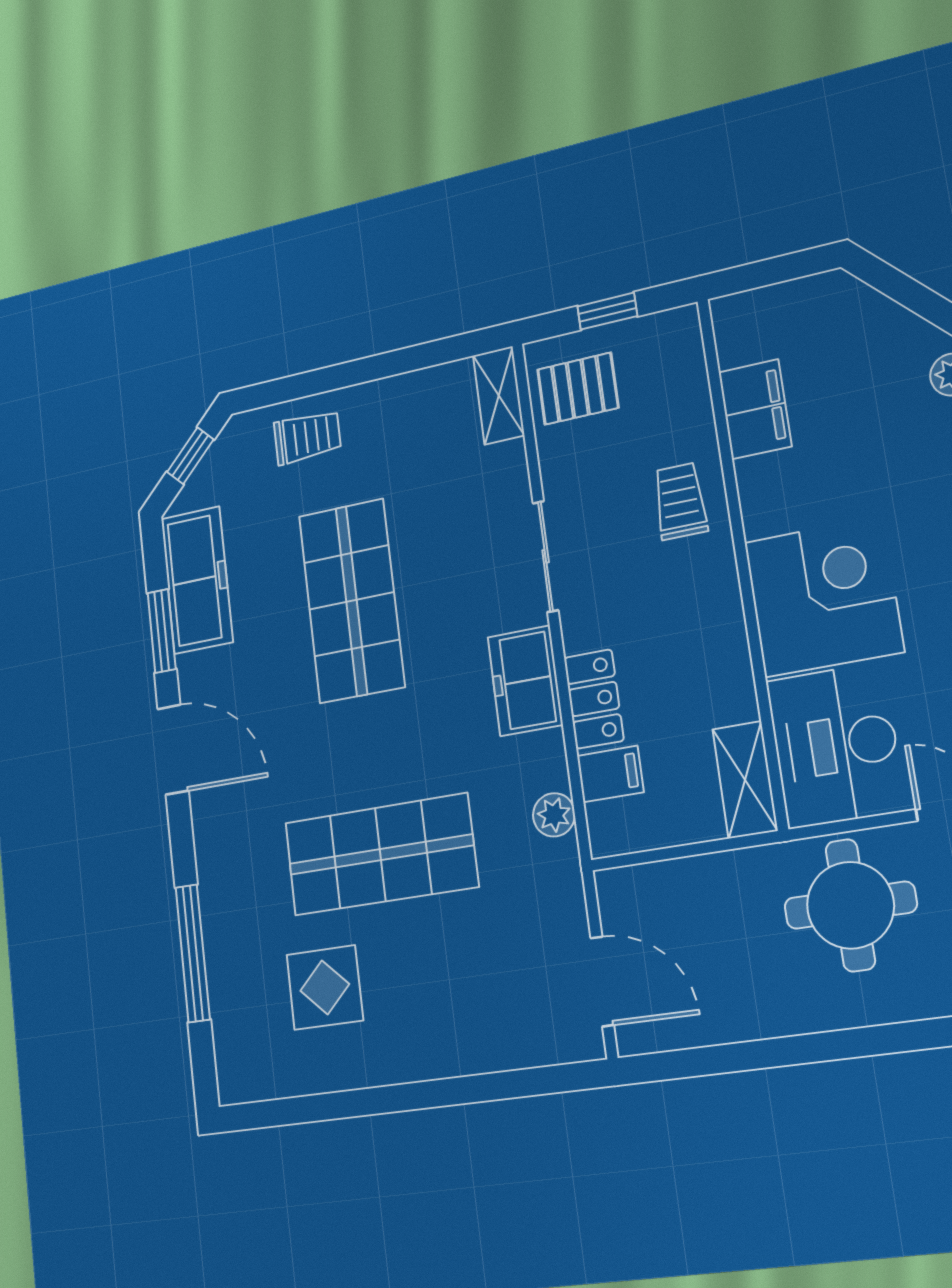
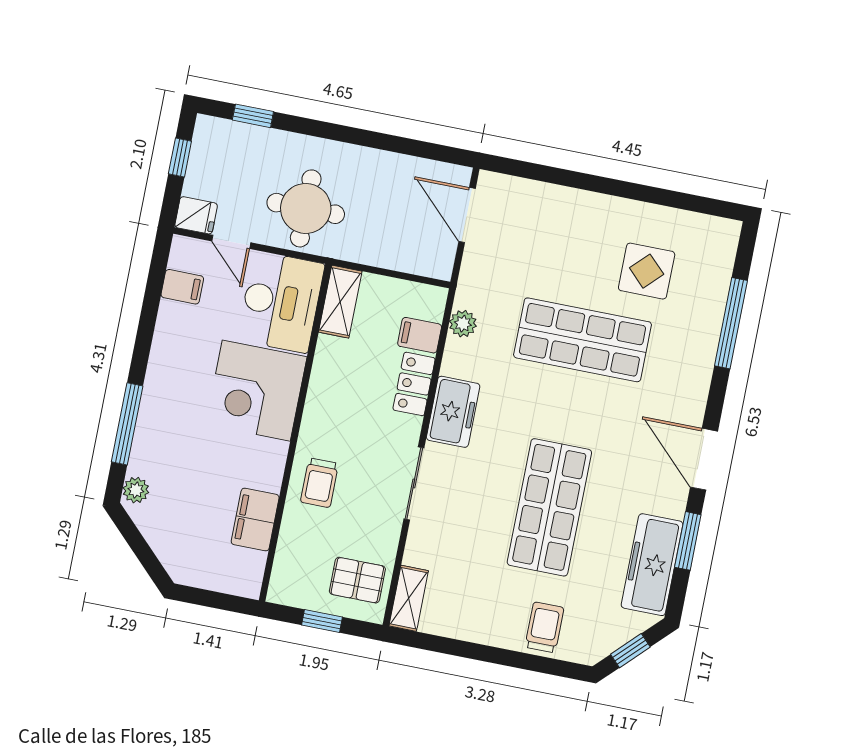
trolley: (307, 437) -> (544, 627), turned 90

